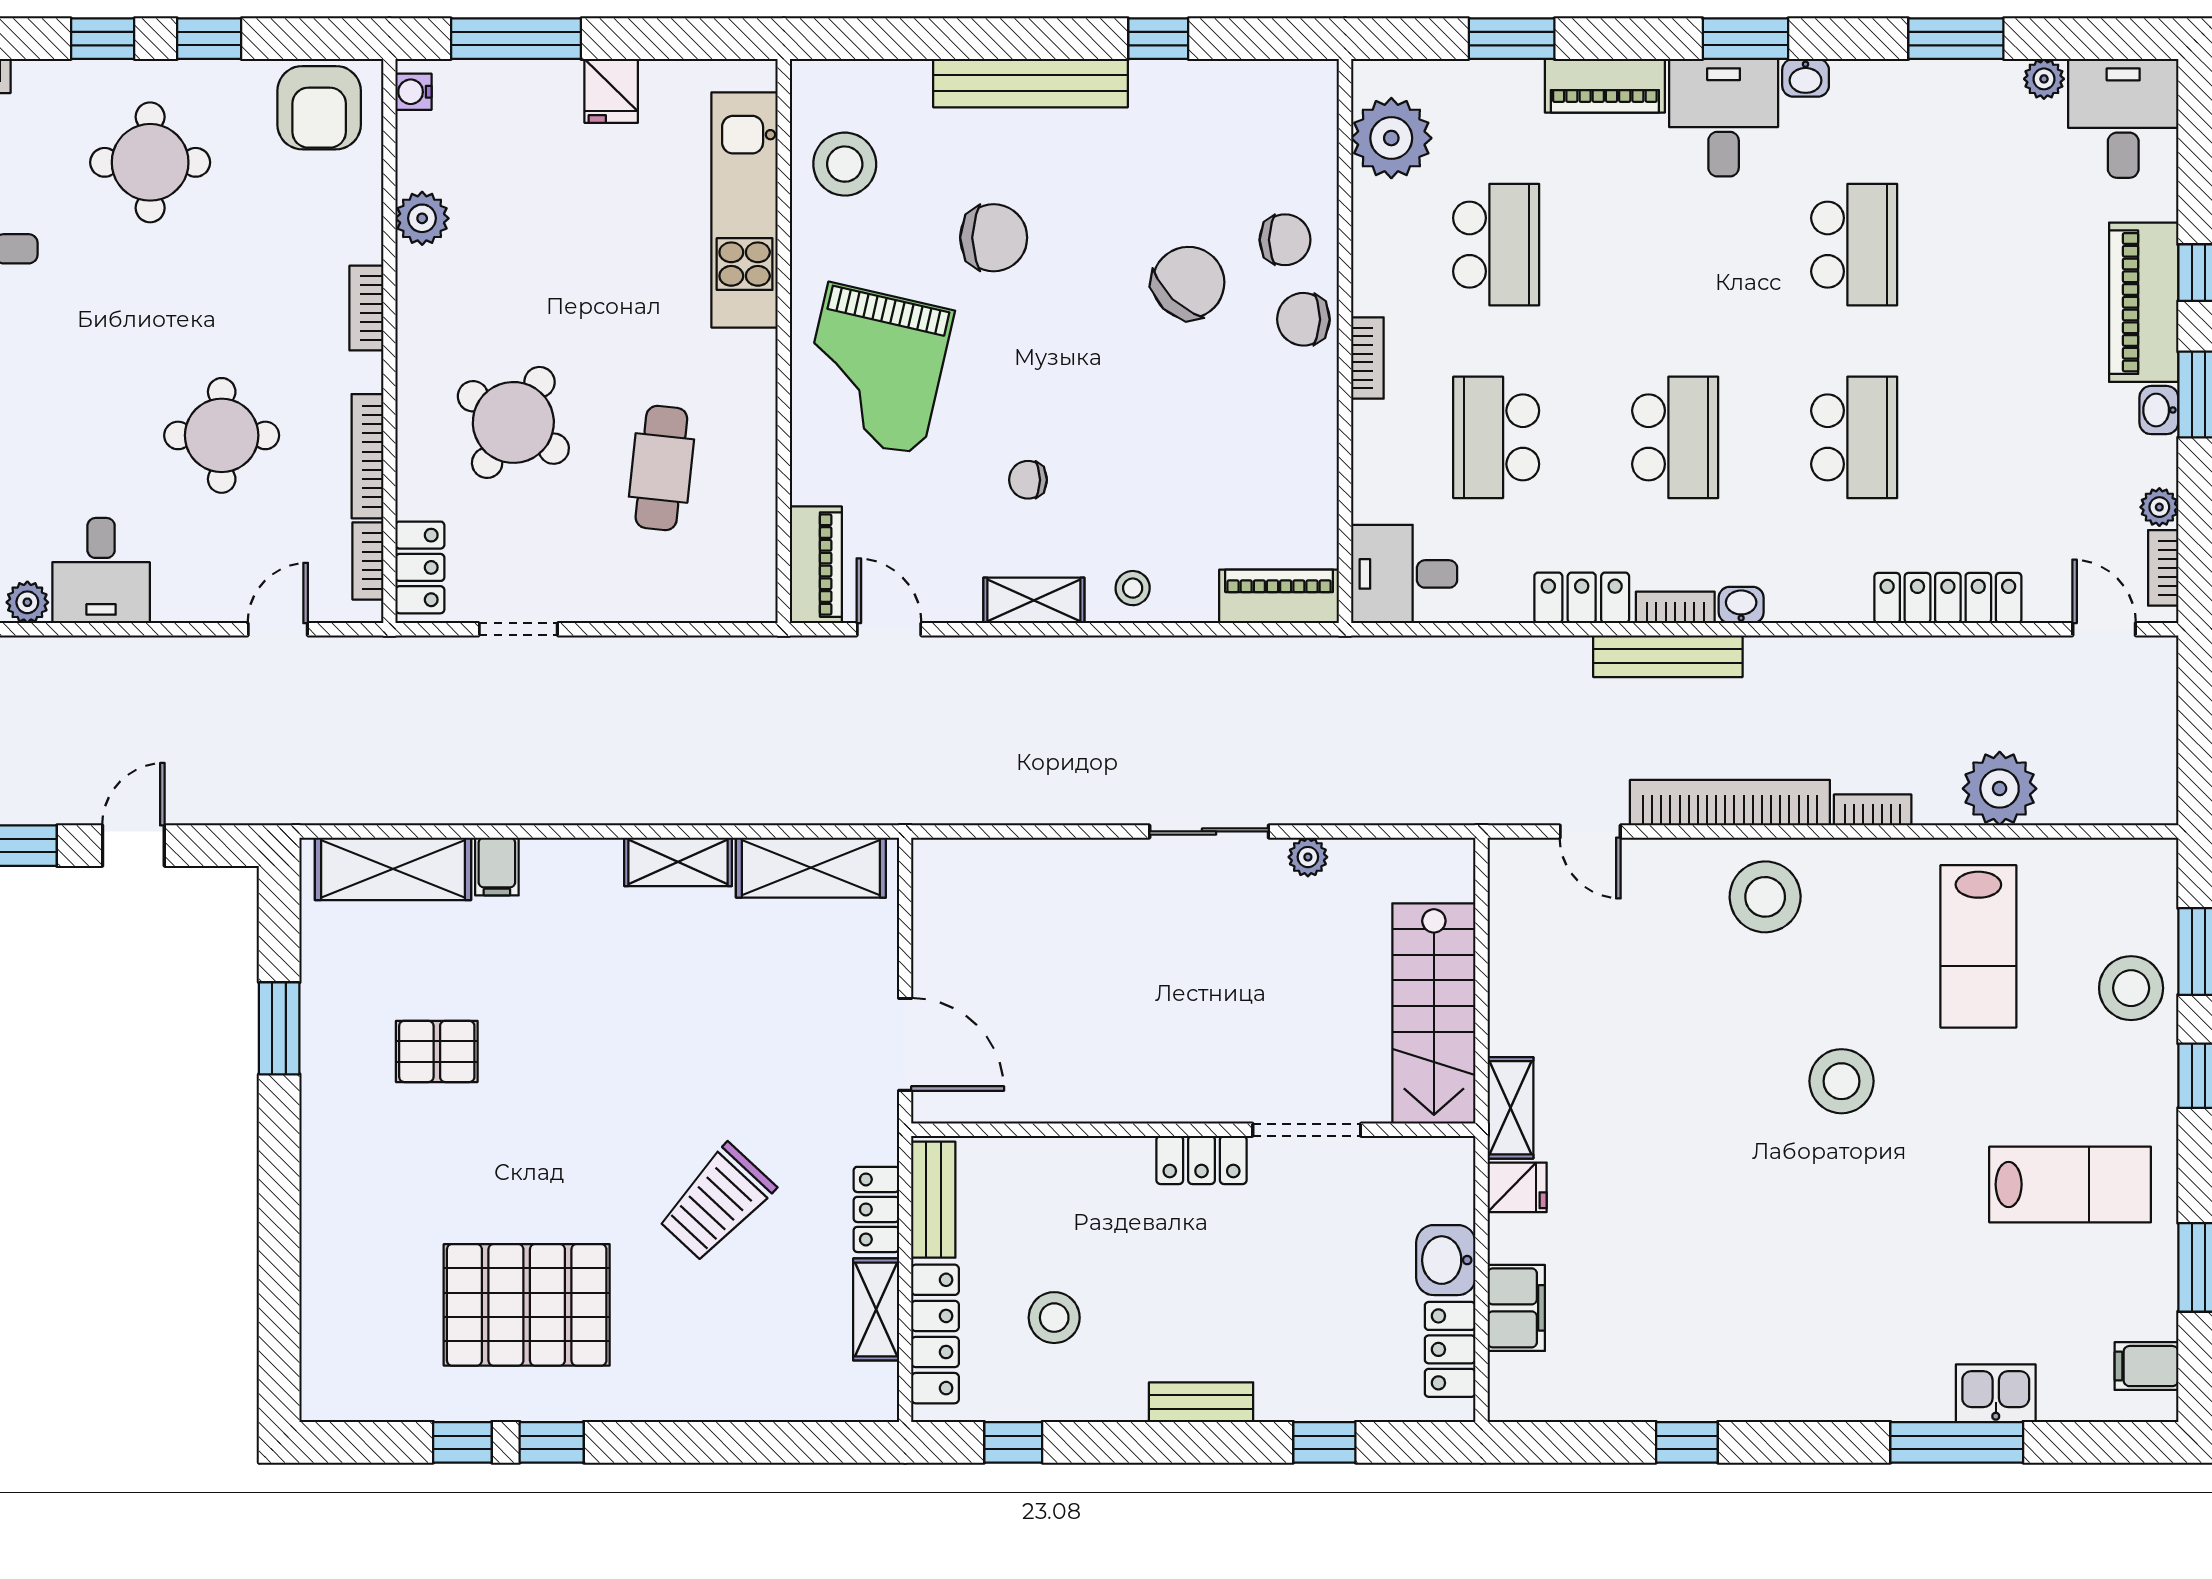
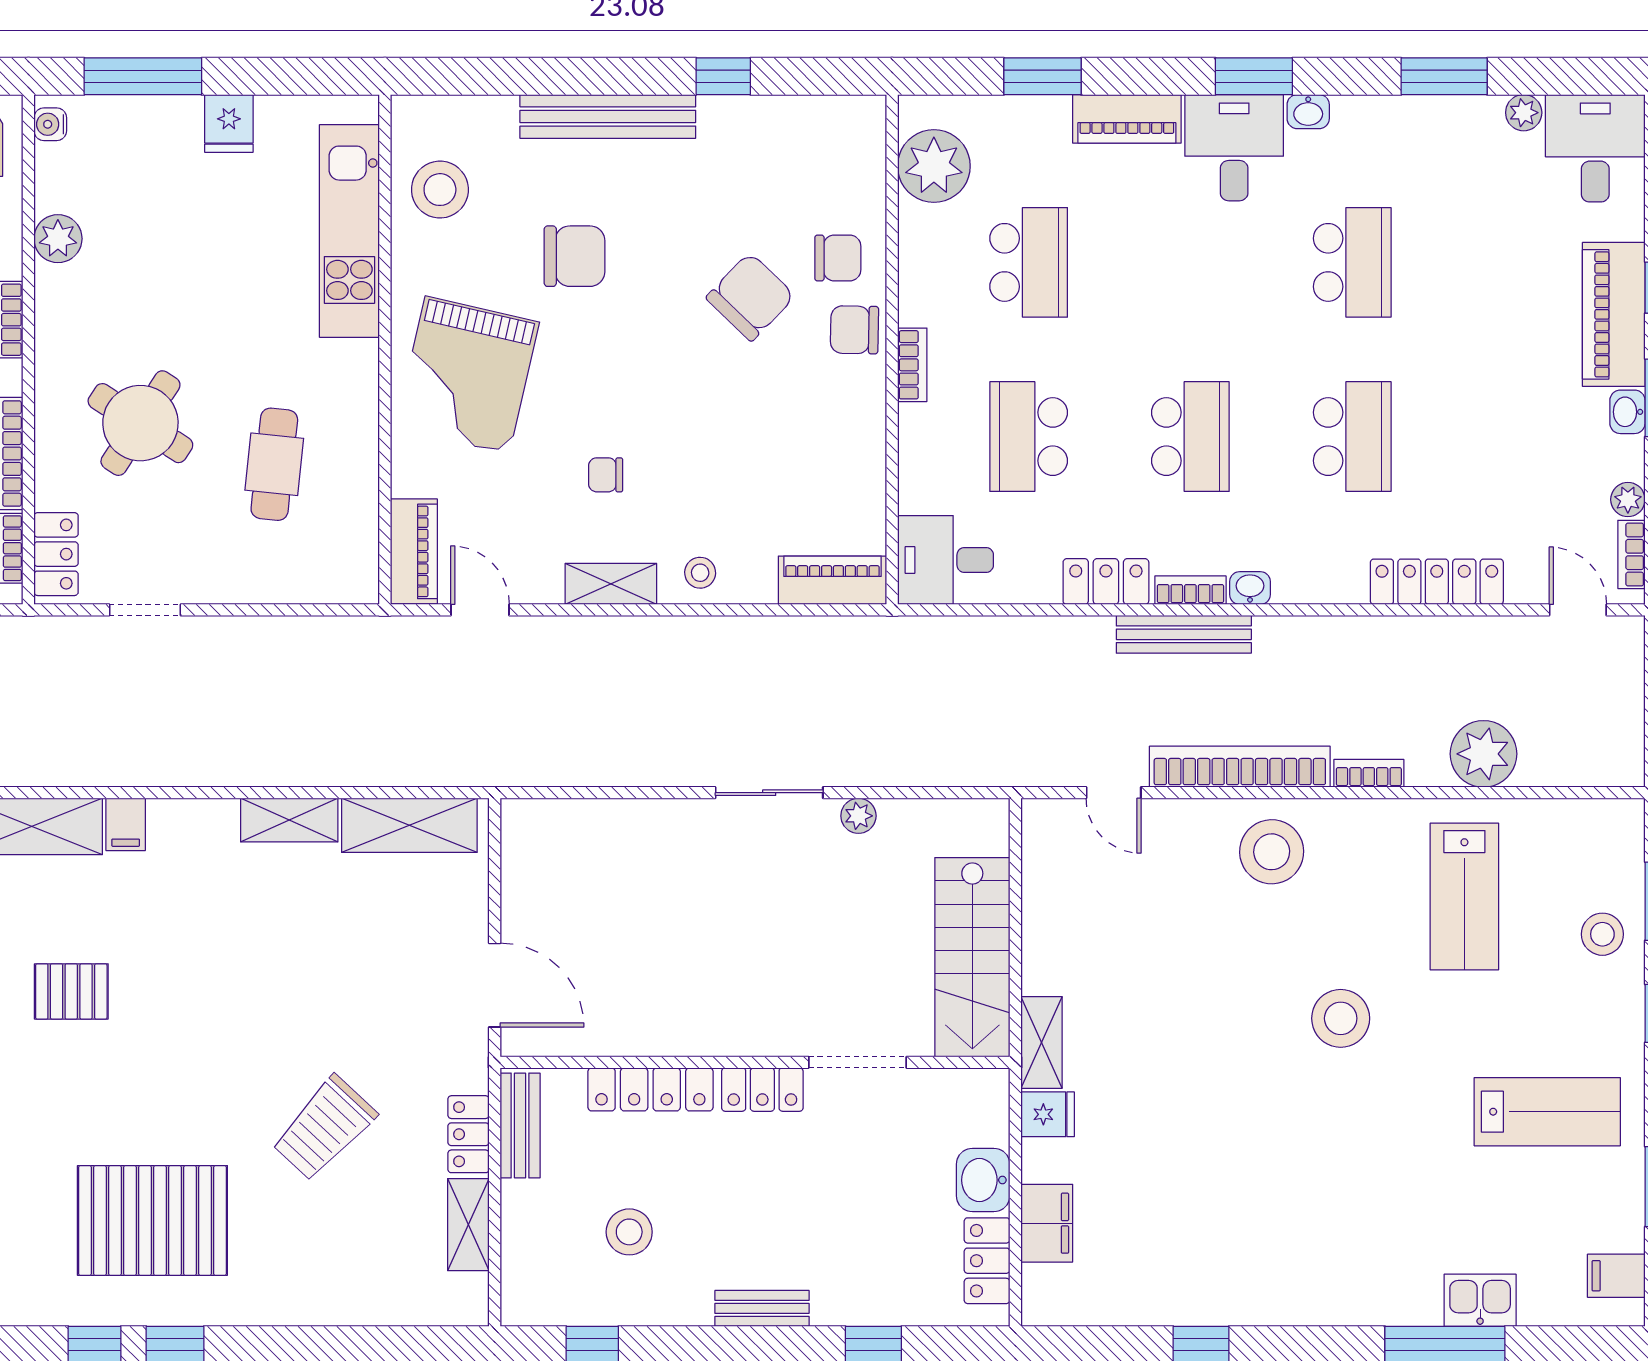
stool: (2131, 988) -> (1602, 934), width x0.73, depth x0.73
locker: (935, 1334) -> (650, 1089), moved, turned 90

